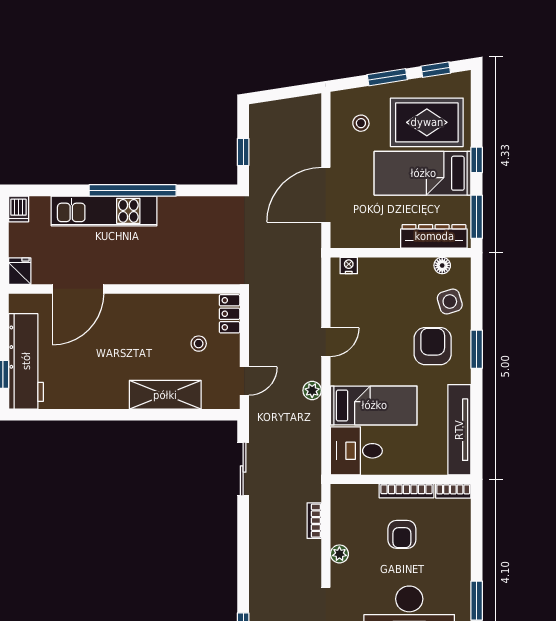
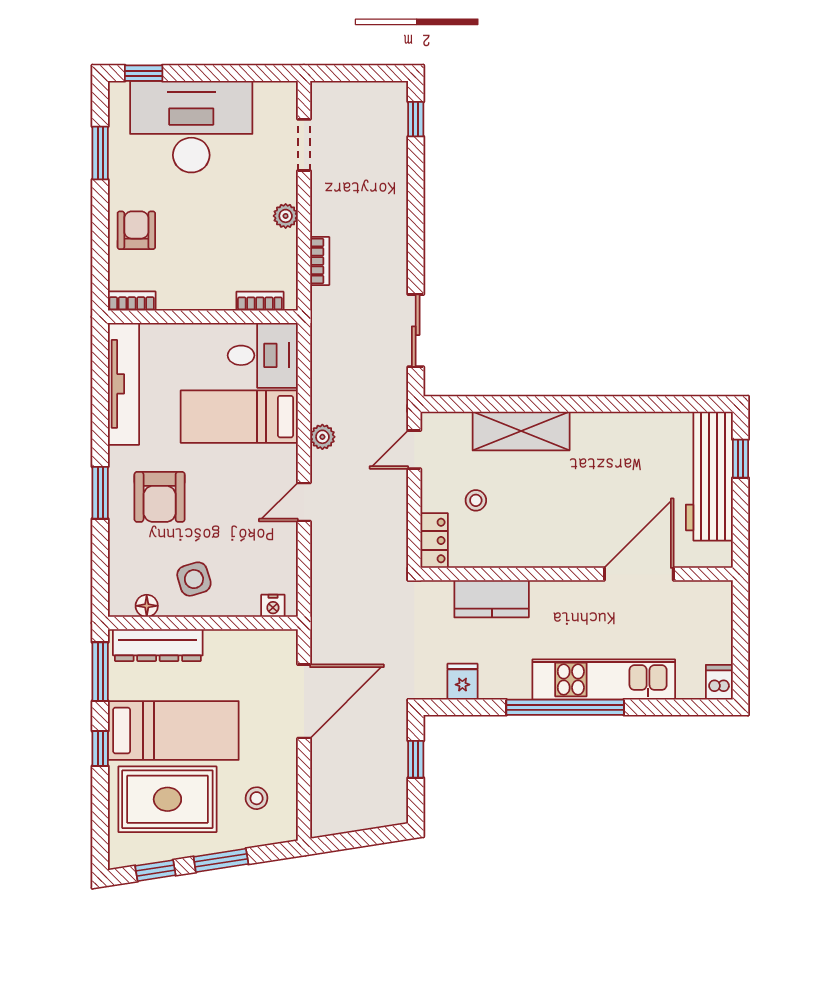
fridge: (20, 271) -> (462, 682), moved, turned 180
kitchen counter: (187, 271) -> (492, 599), added
side table: (450, 301) -> (194, 579), moved
bookcase: (406, 491) -> (260, 301), moved, width x0.64
armchair: (402, 534) -> (136, 230), moved

